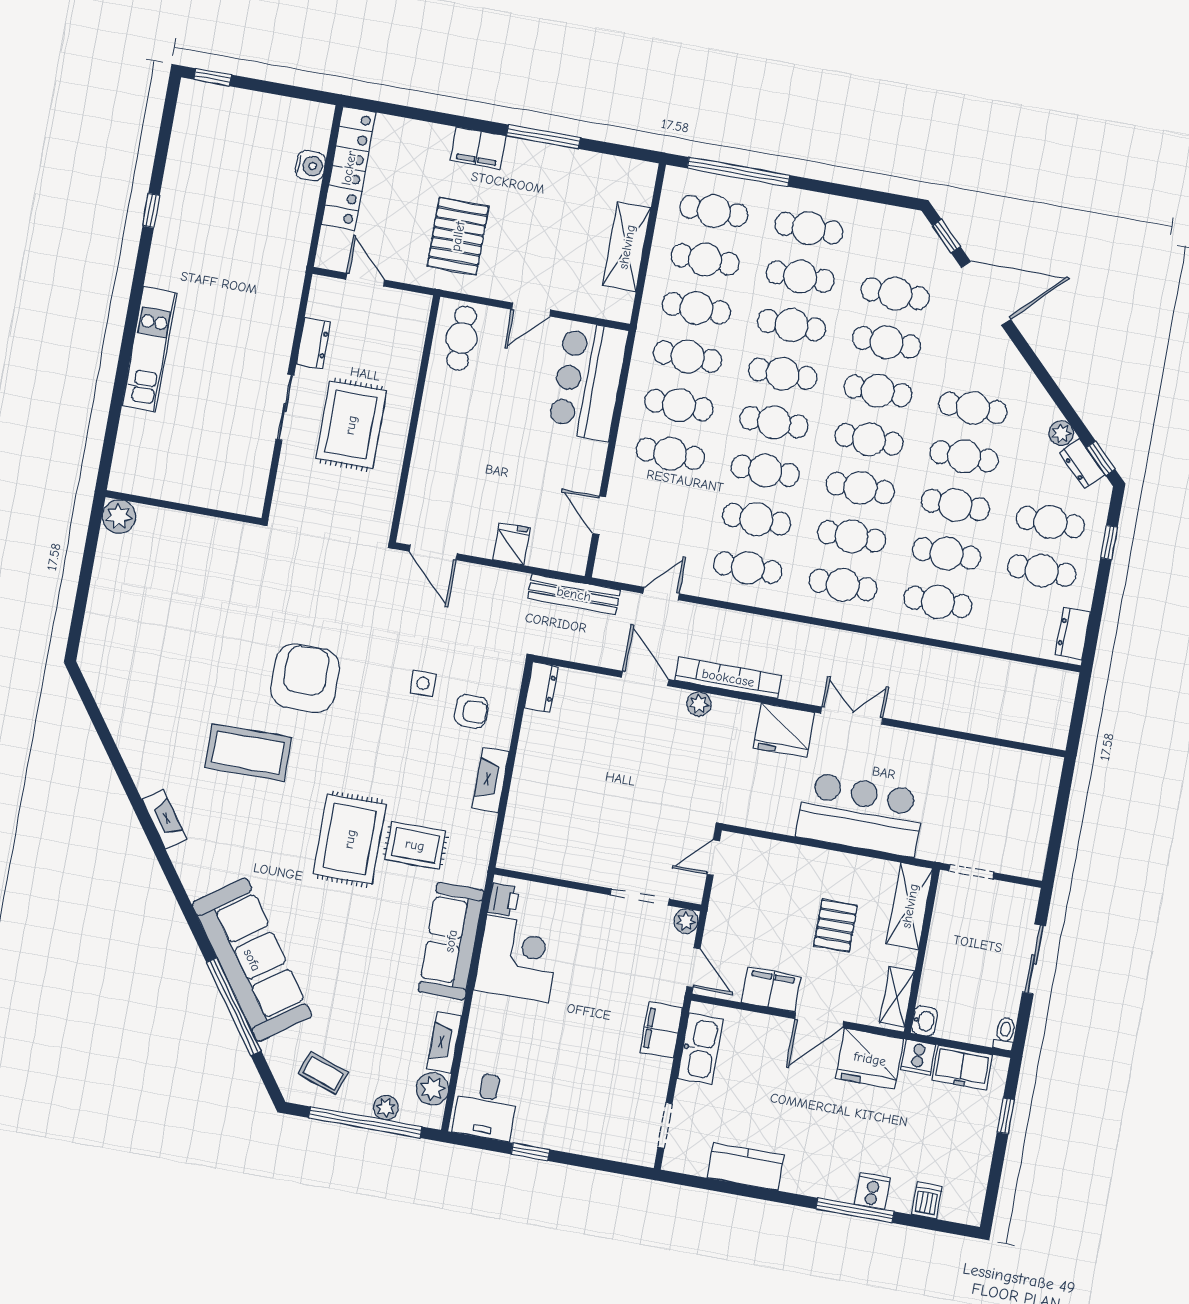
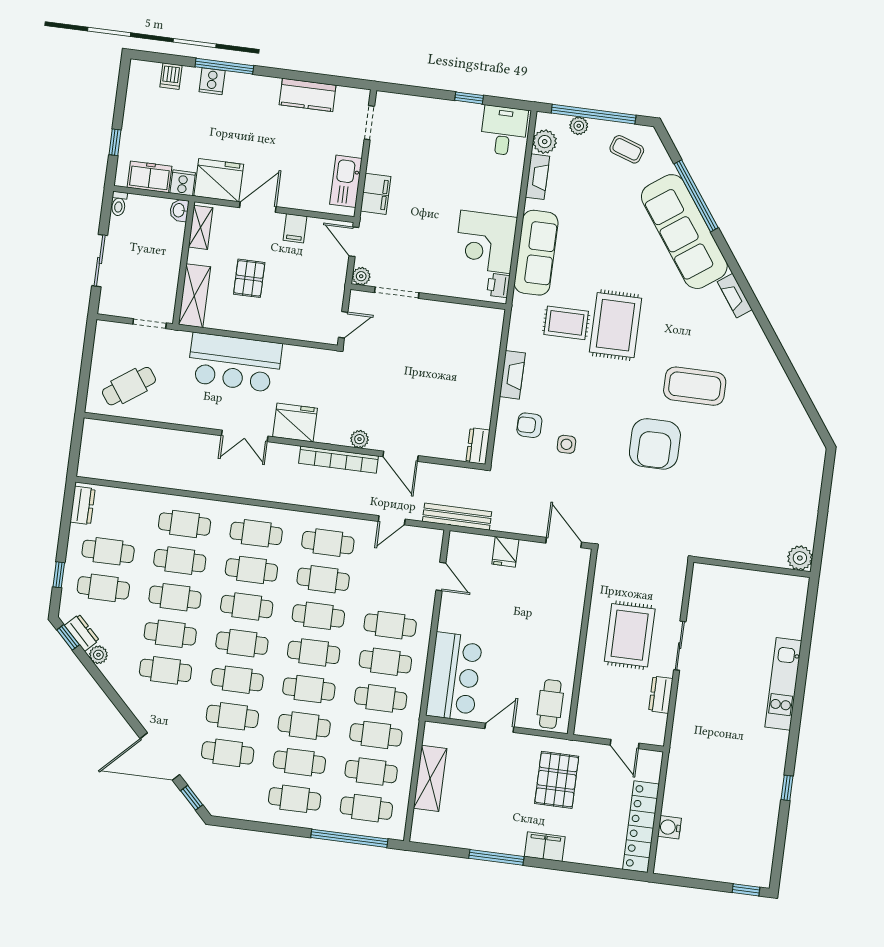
cafe table: (1003, 790) -> (129, 386), added
fireplace: (164, 819) -> (735, 296), moved
filing cabinet: (771, 989) -> (295, 228), width x0.50

